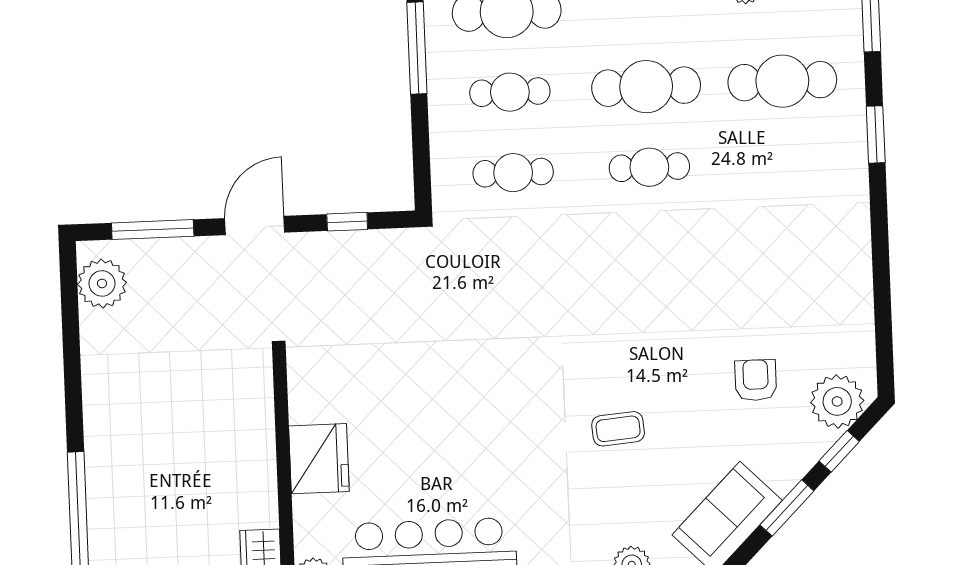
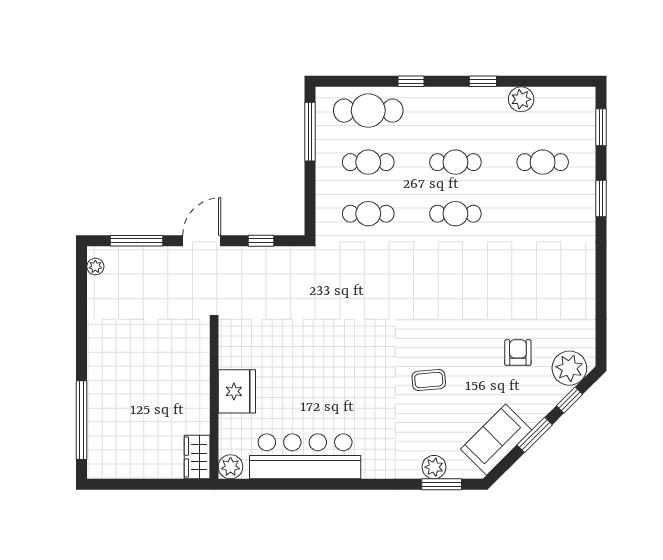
cafe table: (782, 81) -> (543, 162), width x0.73, depth x0.74
cafe table: (646, 87) -> (455, 162), width x0.73, depth x0.74
plant: (102, 283) -> (95, 267), width x0.53, depth x0.53

